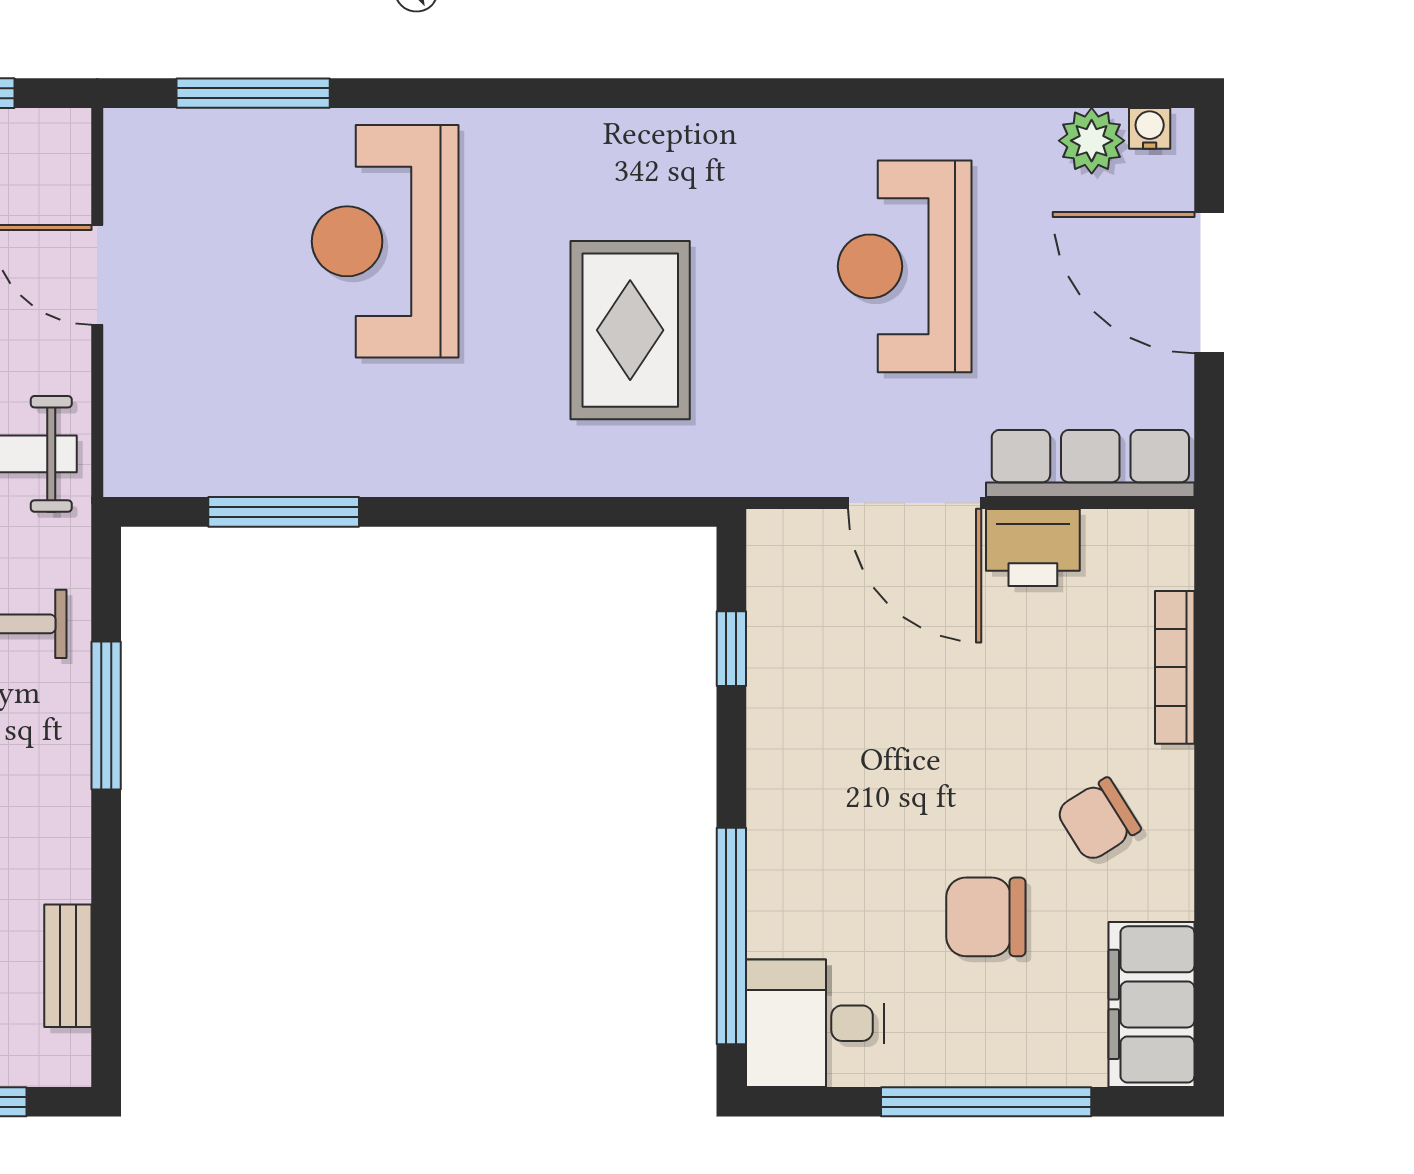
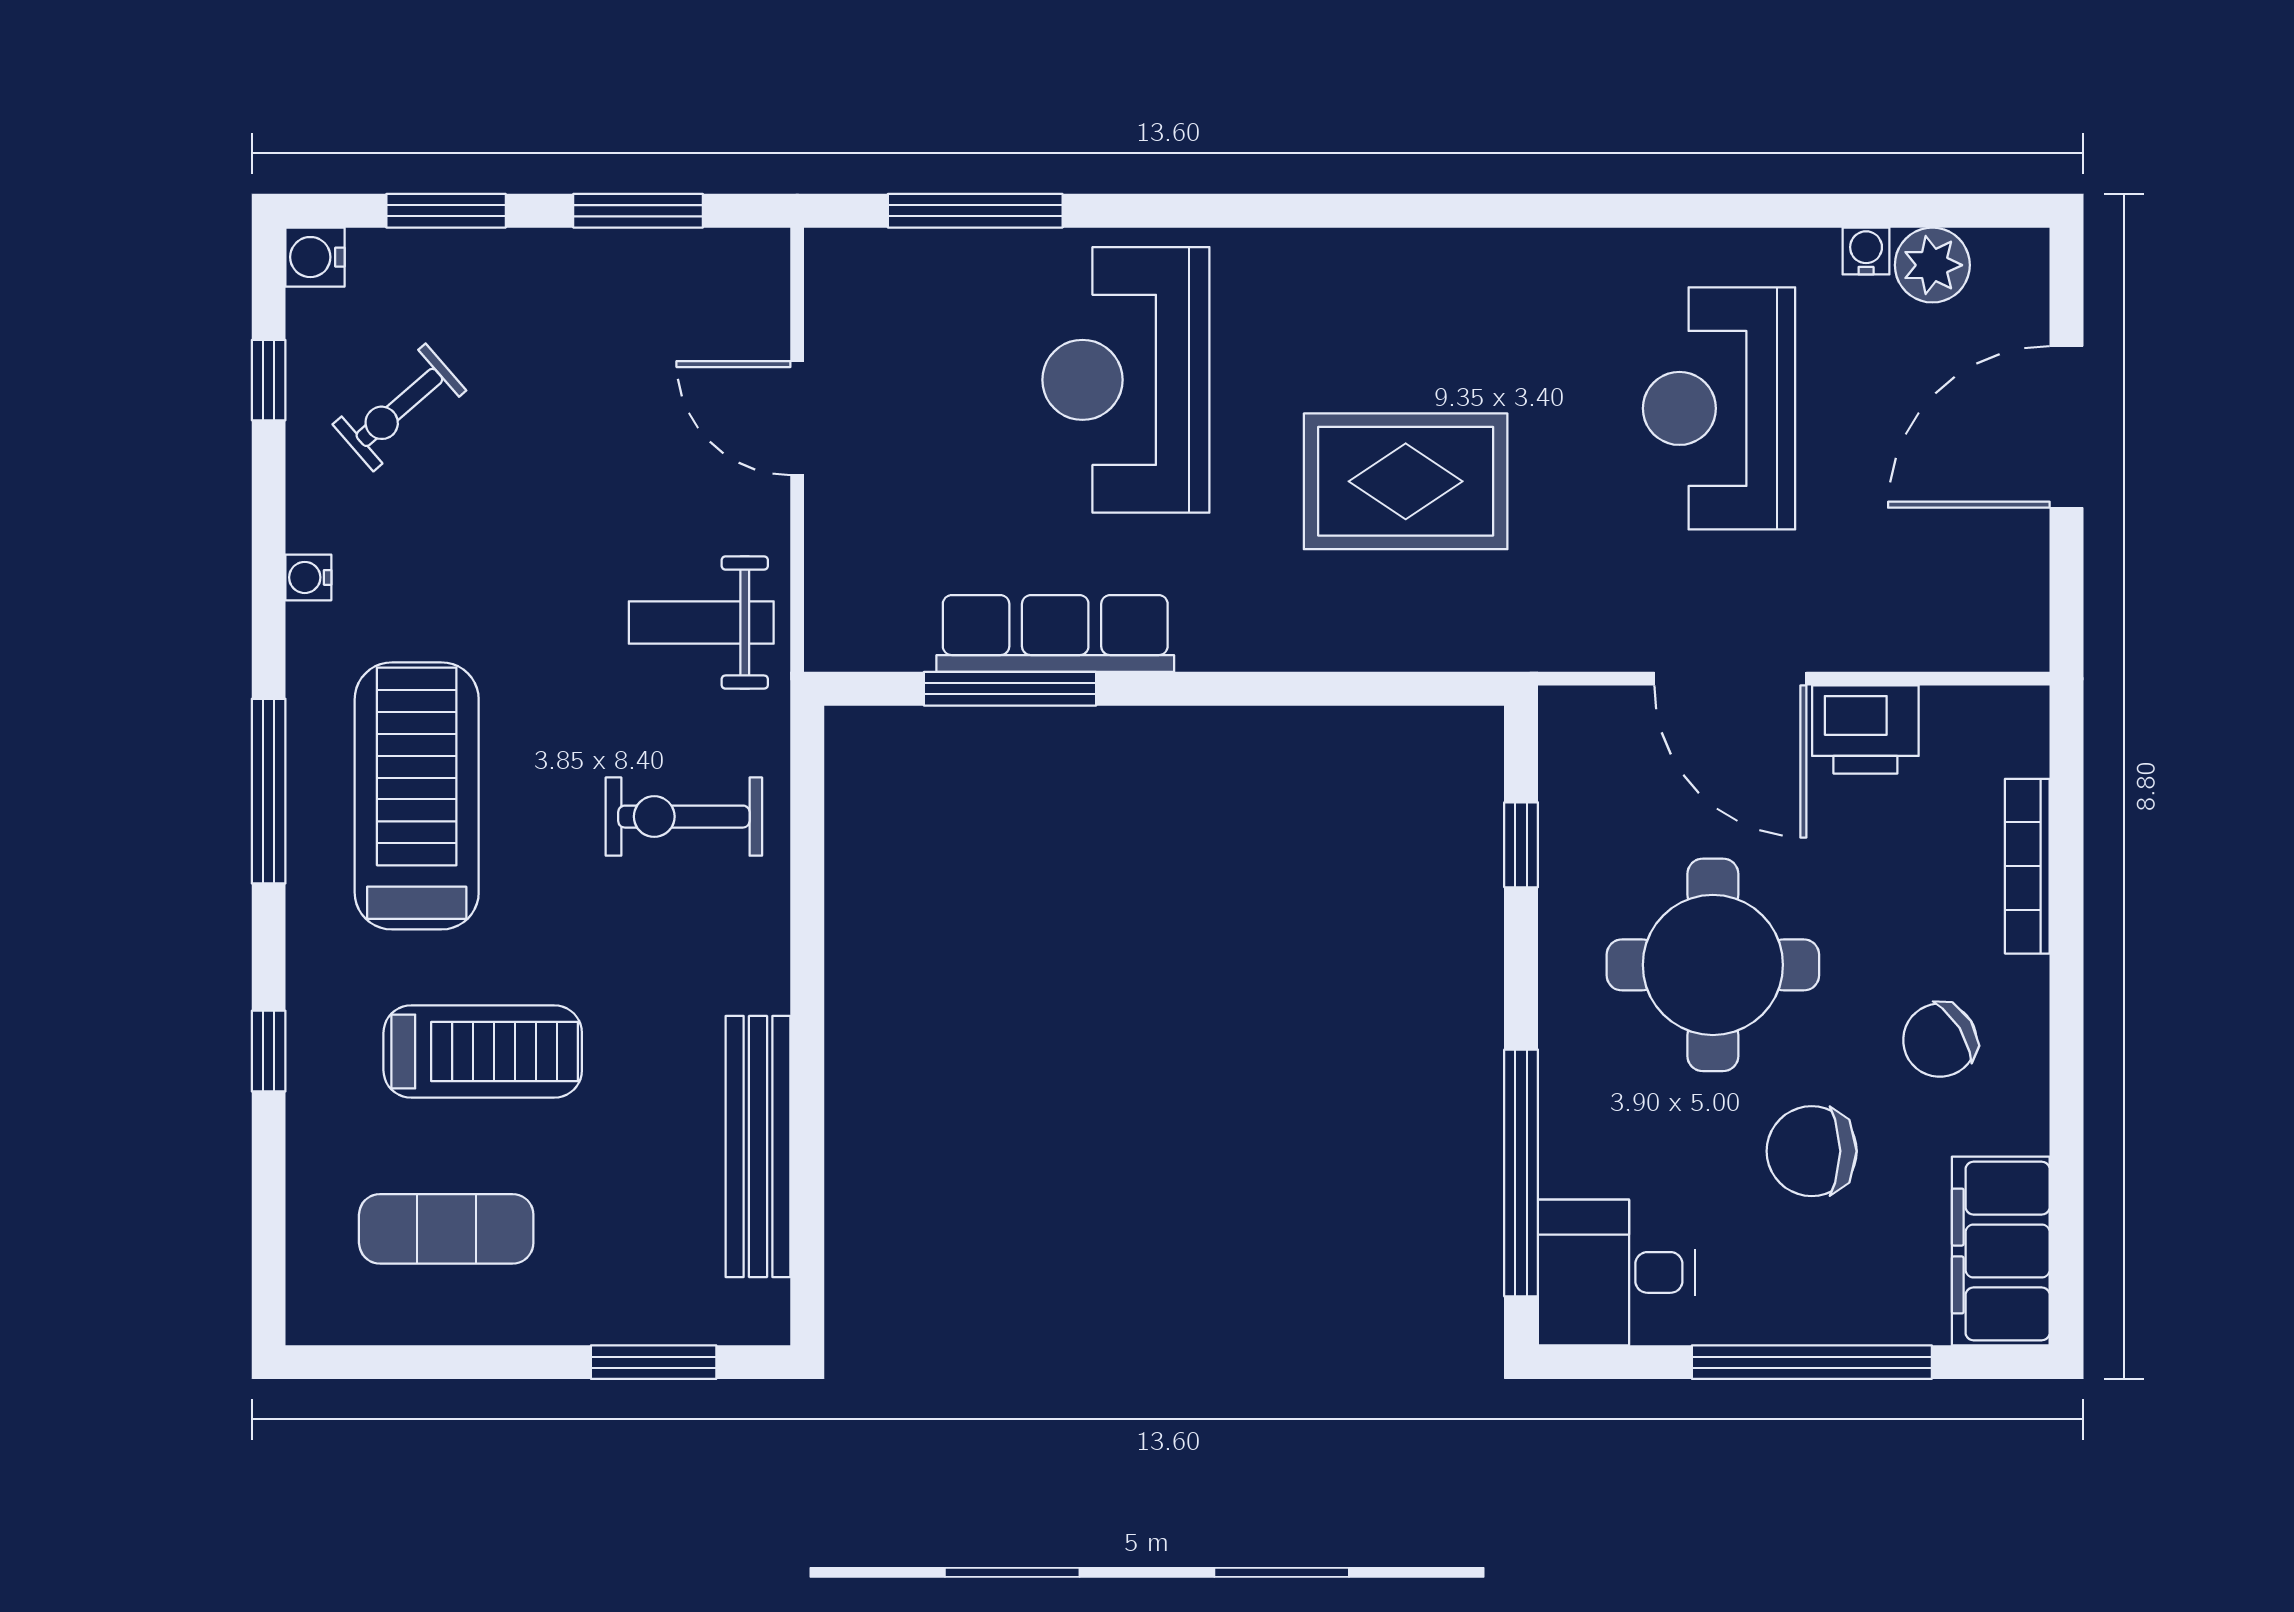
water cooler: (1150, 128) -> (1866, 251), moved
door: (1209, 283) -> (2066, 427), hinge flipped
rug: (630, 330) -> (1406, 481), turned 90
row of seats: (1090, 464) -> (1055, 634), moved
window: (106, 716) -> (807, 921), removed
round table: (899, 754) -> (1713, 965), added
bench: (68, 966) -> (758, 1146), width x1.86, depth x1.21

